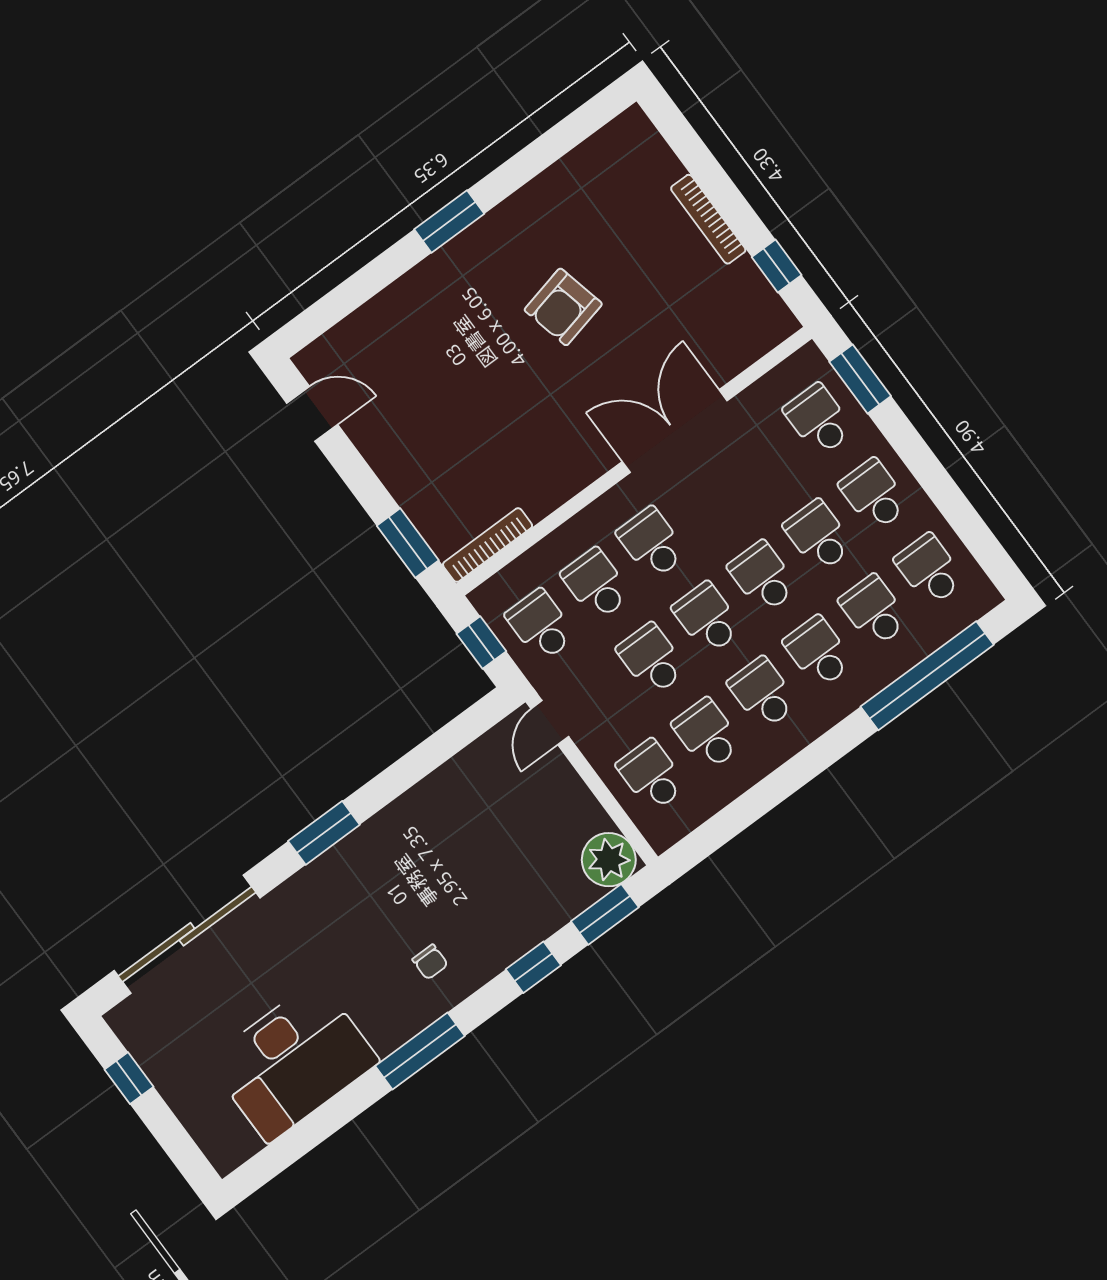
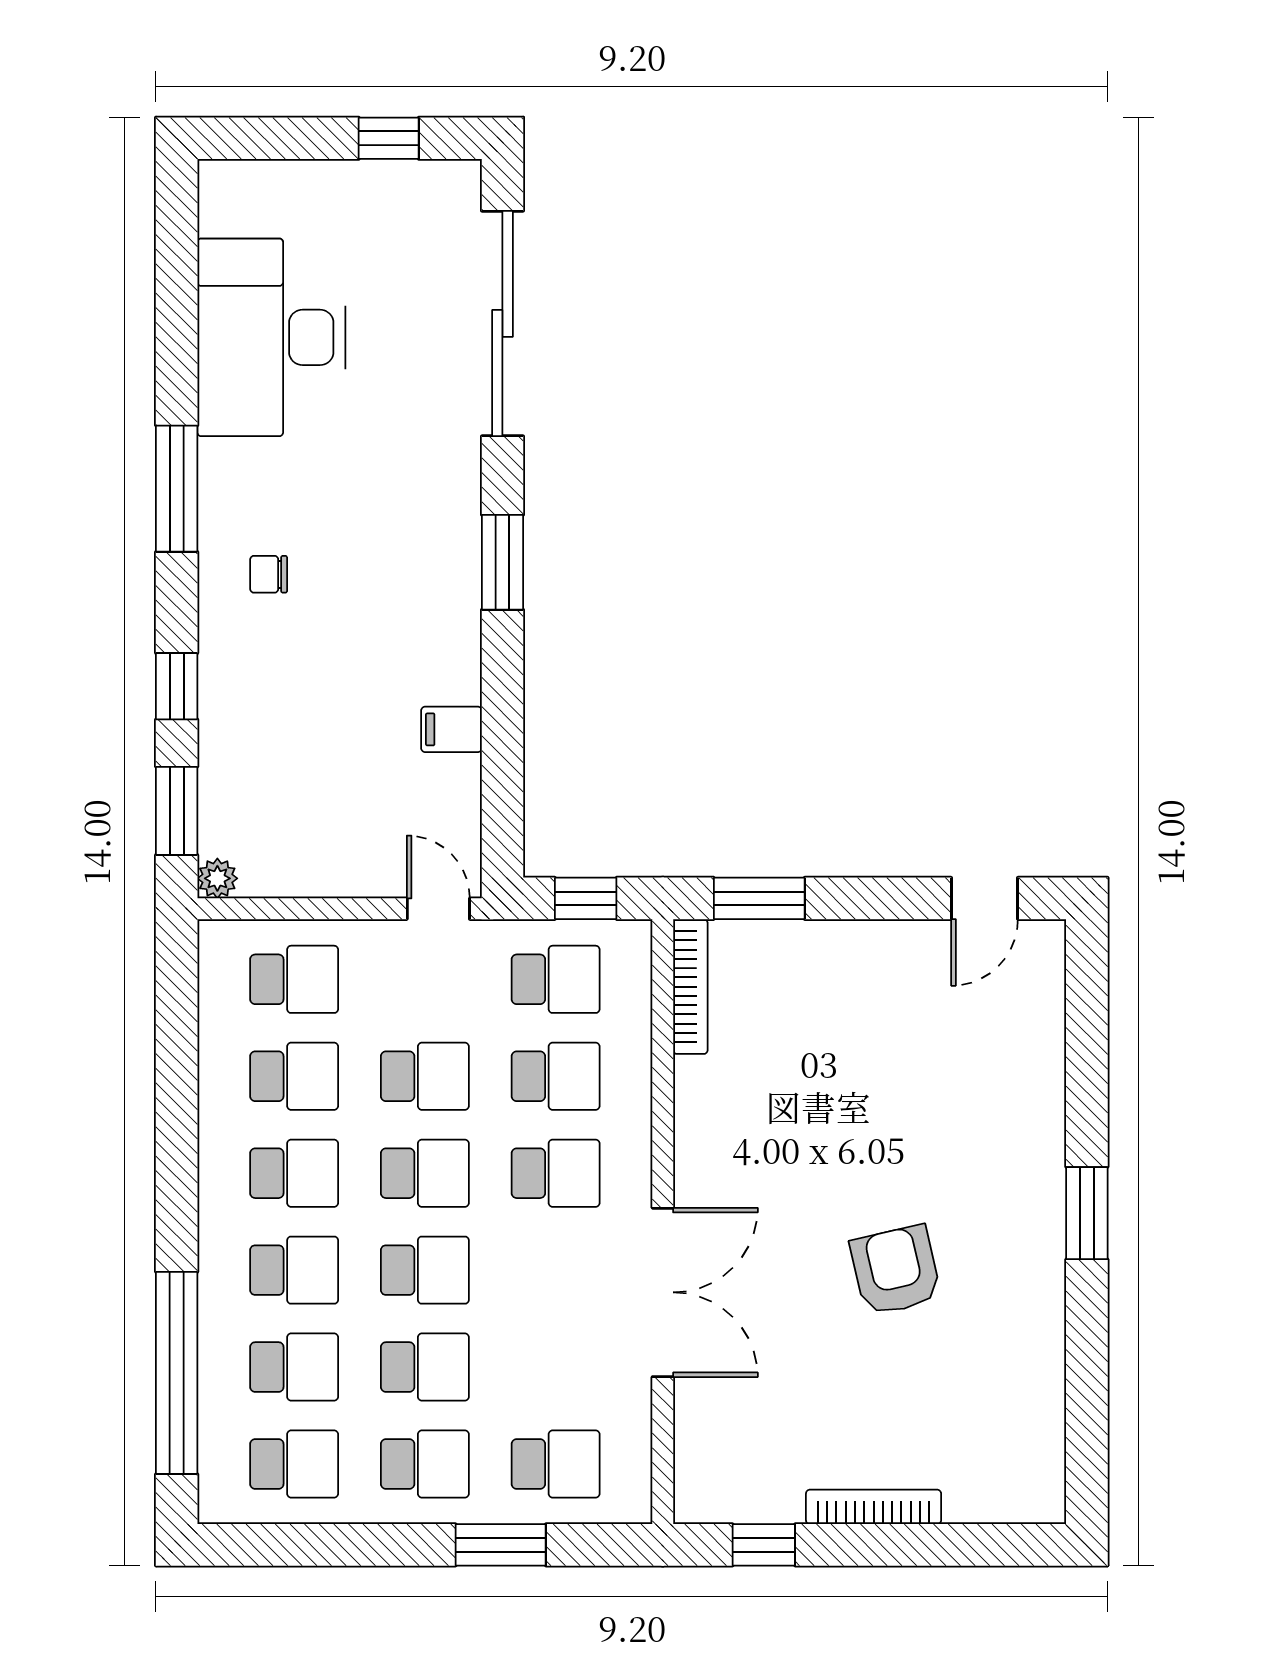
window: (860, 379) -> (501, 1545), moved
filing cabinet: (441, 791) -> (451, 729), added
plant: (609, 860) -> (217, 878), width x0.53, depth x0.53

